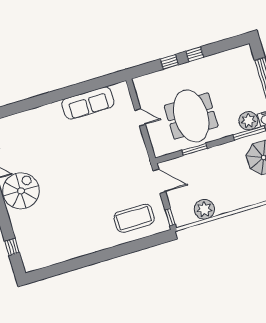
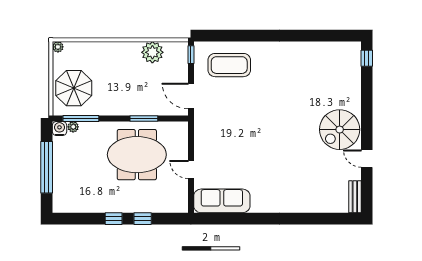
sofa: (88, 103) -> (222, 201), moved
meeting table: (191, 116) -> (137, 155), turned 90
plant: (248, 121) -> (73, 127), width x0.53, depth x0.53
window: (12, 247) -> (367, 58), moved

